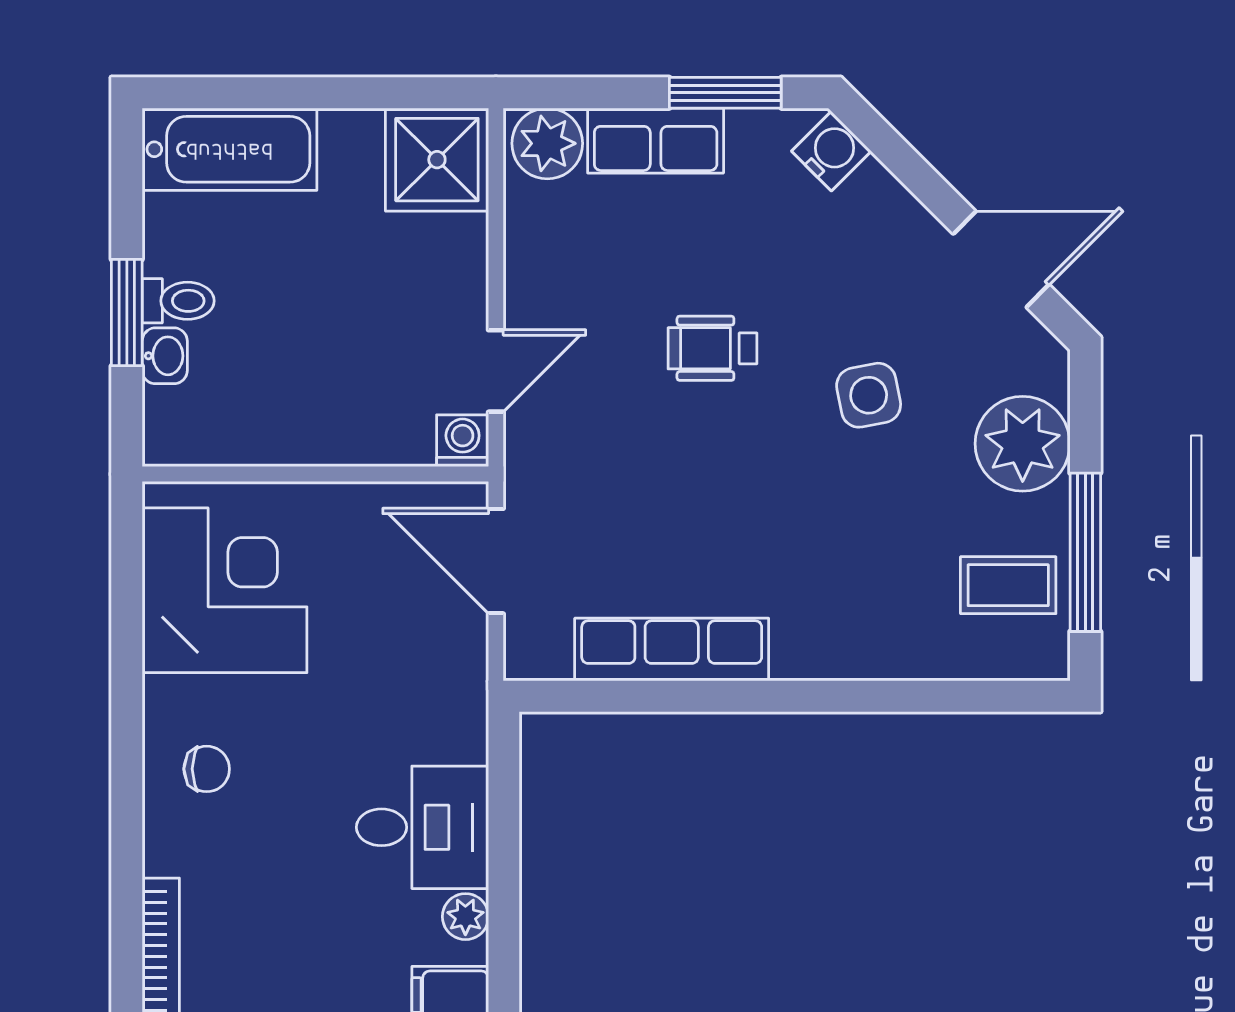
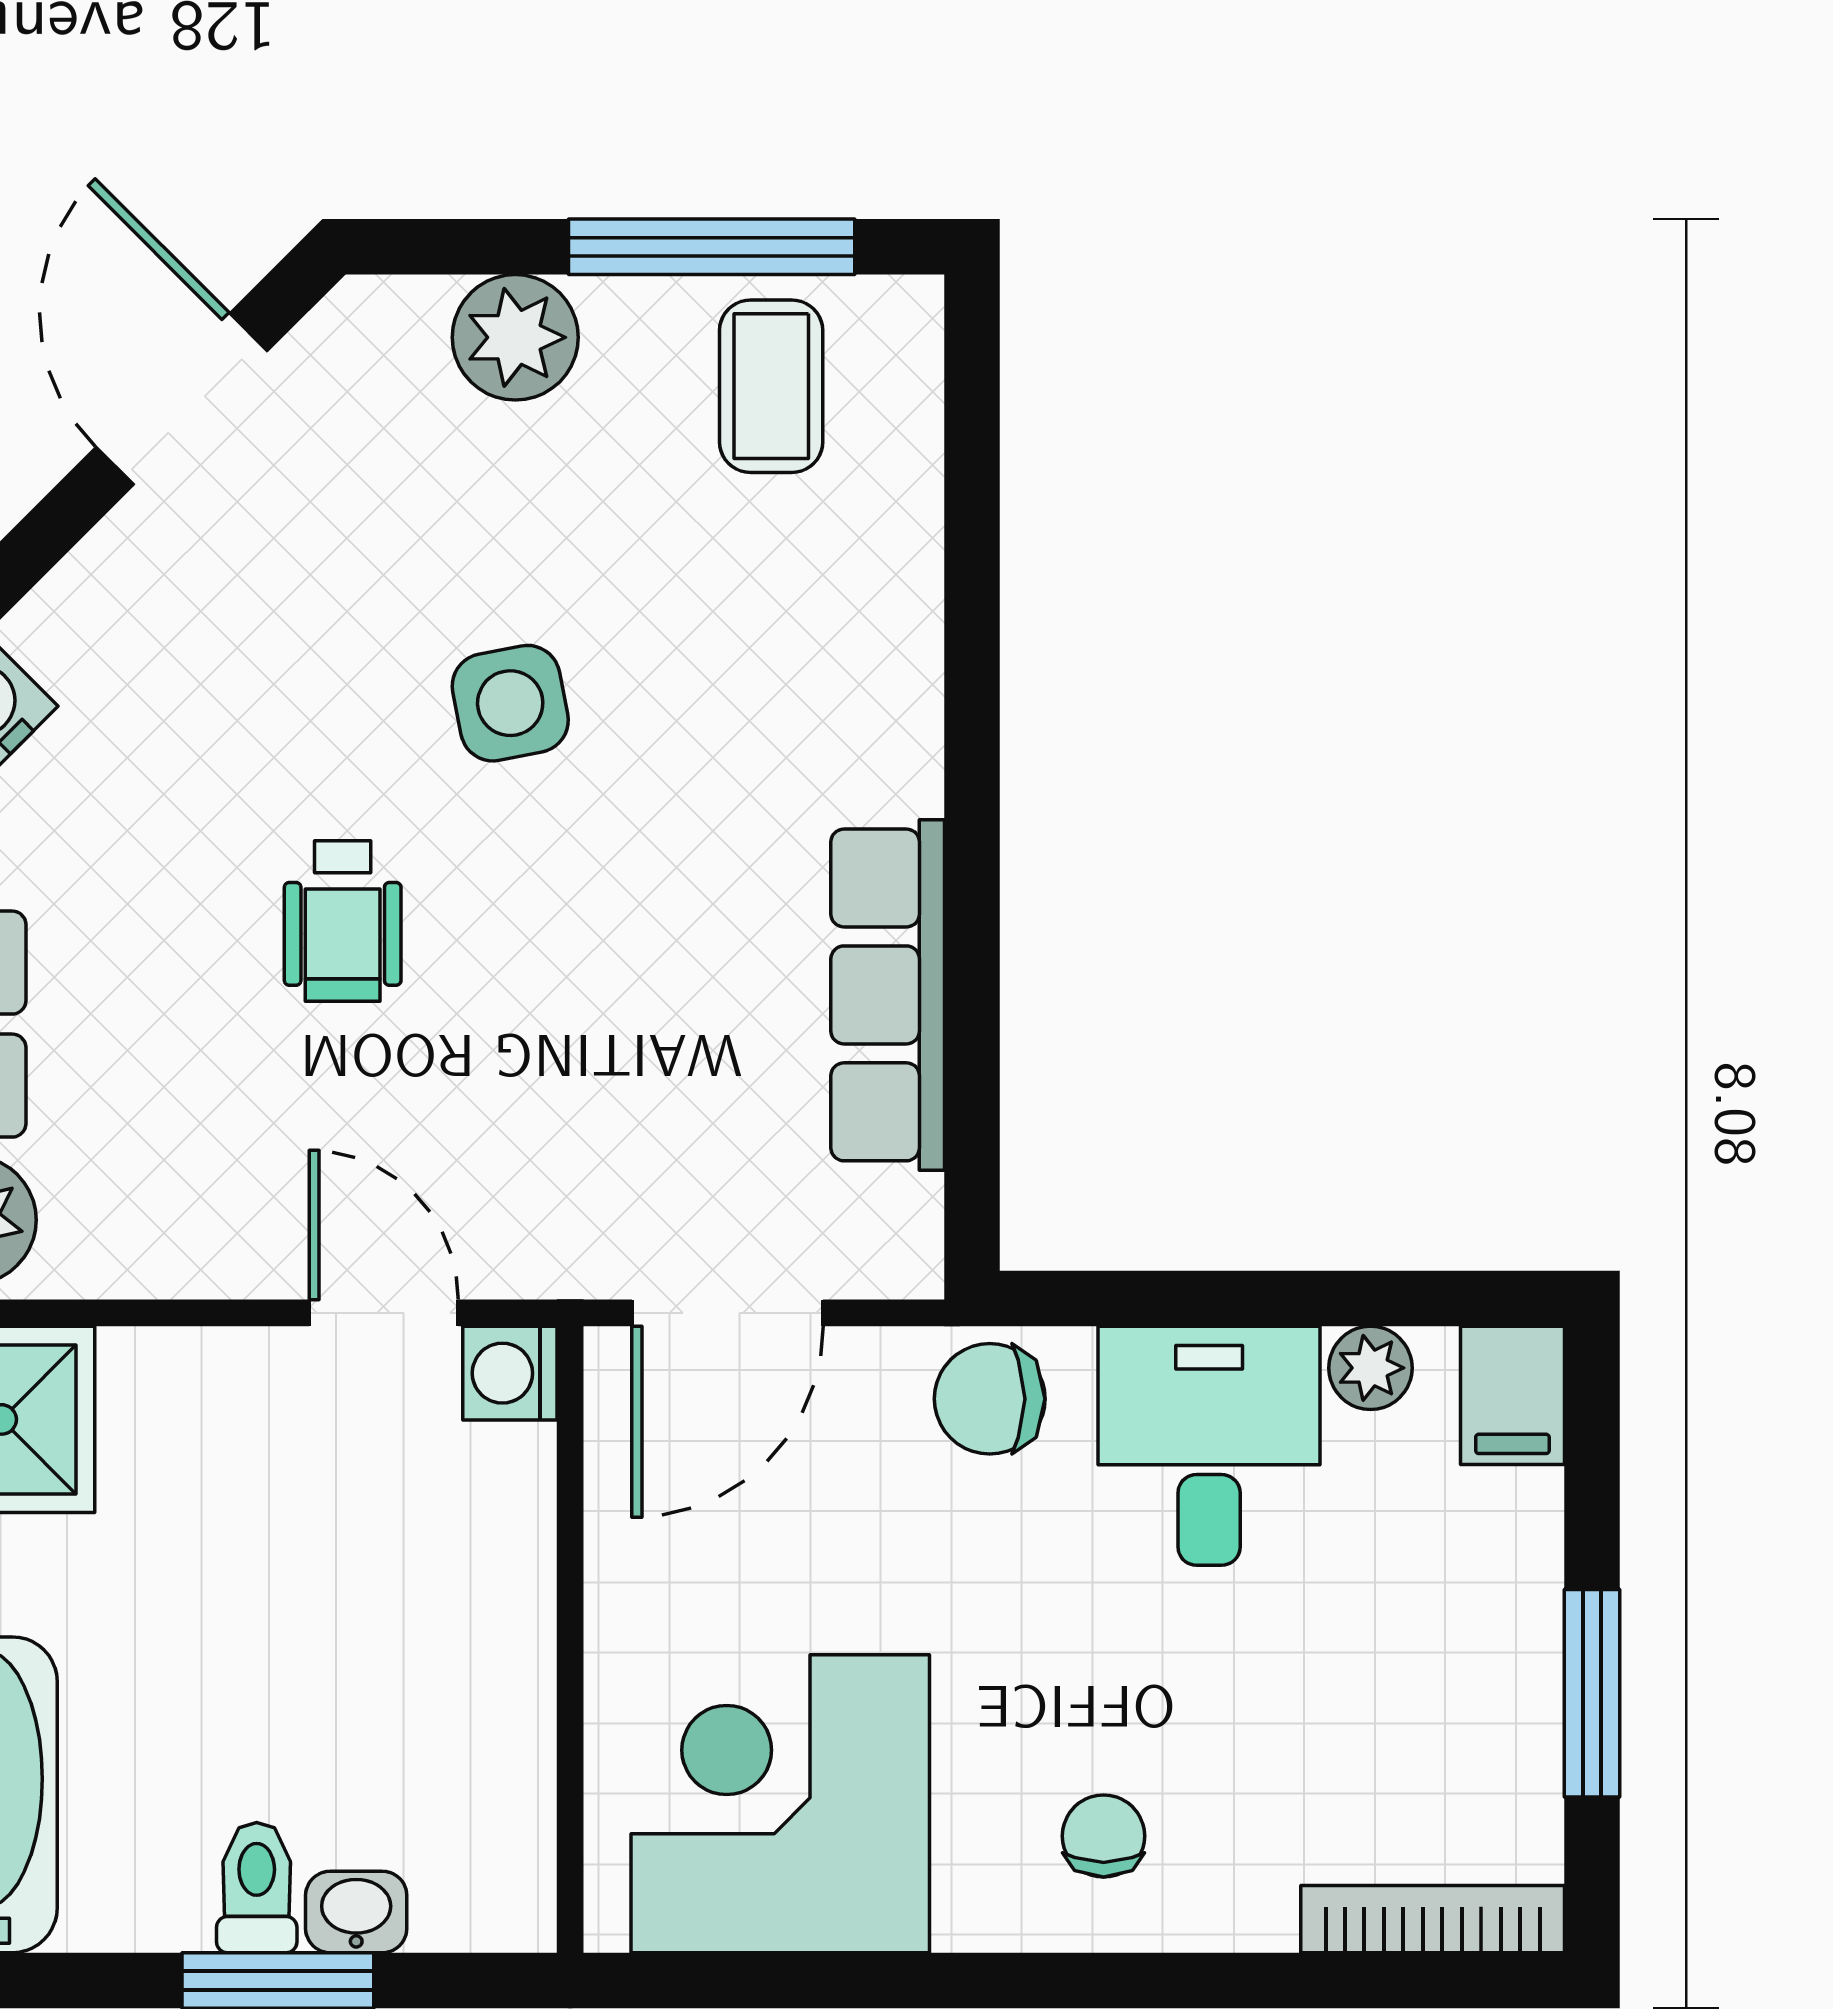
side table: (869, 395) -> (510, 703), moved
plant: (1023, 444) -> (515, 337), width x0.73, depth x0.73
chair: (448, 706) -> (990, 1399), added

